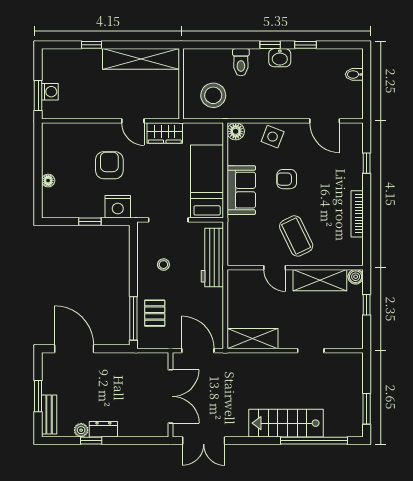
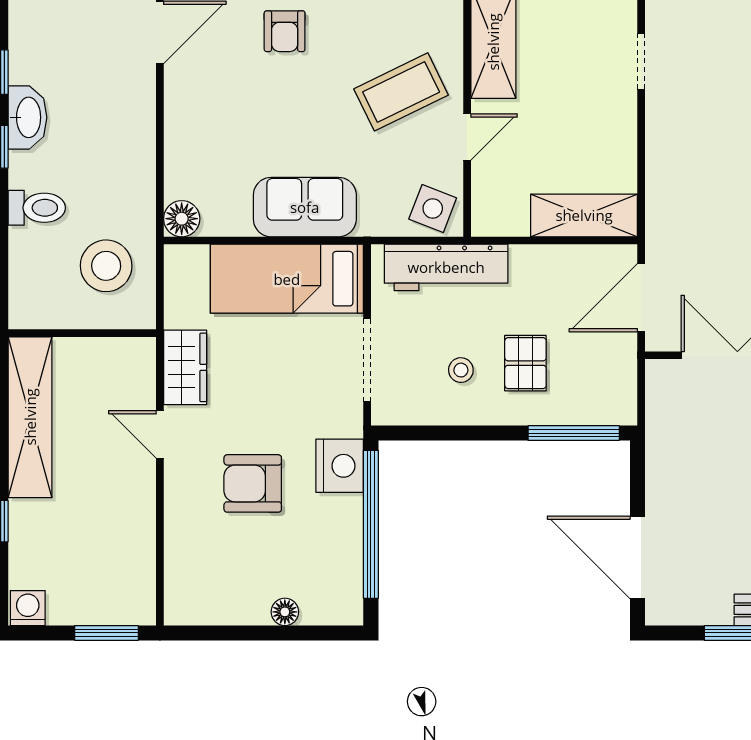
washbasin: (280, 58) -> (27, 117), width x1.38
washing machine: (50, 92) -> (28, 608), moved
door: (133, 121) -> (160, 434), swing flipped
side table: (273, 137) -> (433, 208), moved
armchair: (287, 179) -> (285, 31), moved
window: (90, 222) -> (371, 524), width x3.17
pallet: (155, 313) -> (525, 363), moved, turned 90
shelving: (252, 339) -> (584, 215), moved, turned 90
door: (74, 349) -> (637, 557), hinge flipped

